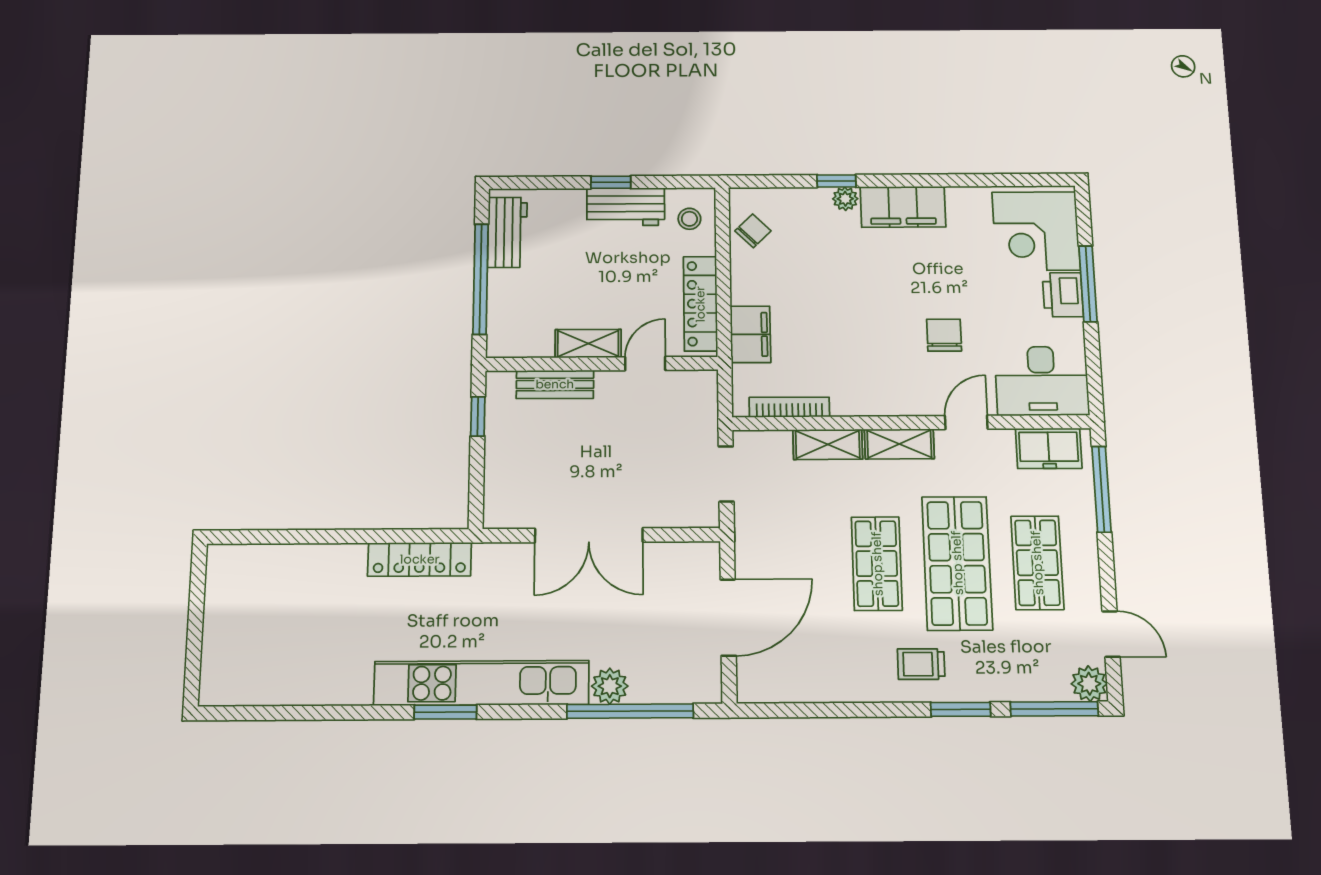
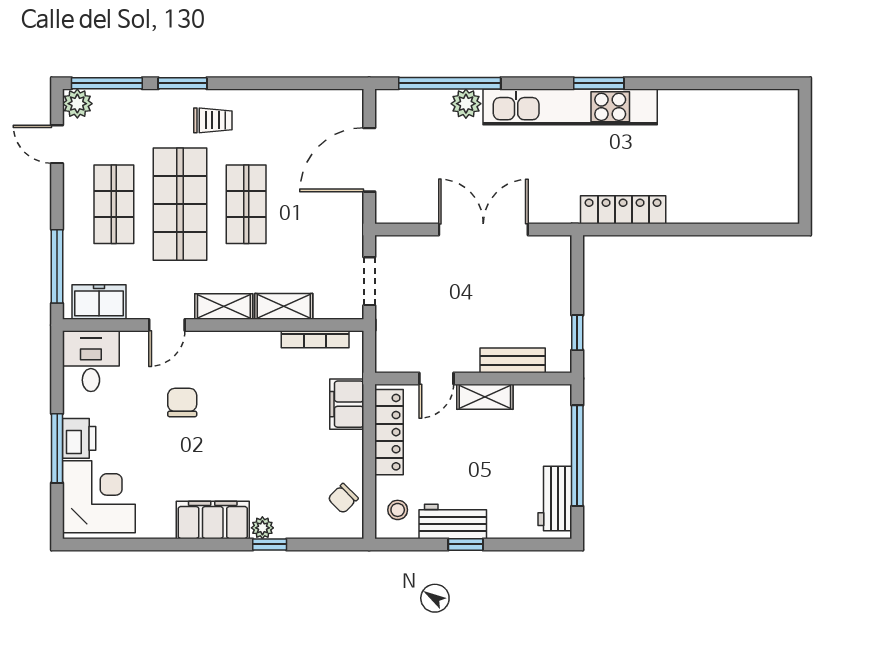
chair: (944, 335) -> (182, 402), turned 180
desk: (1042, 381) -> (91, 361), width x0.73

